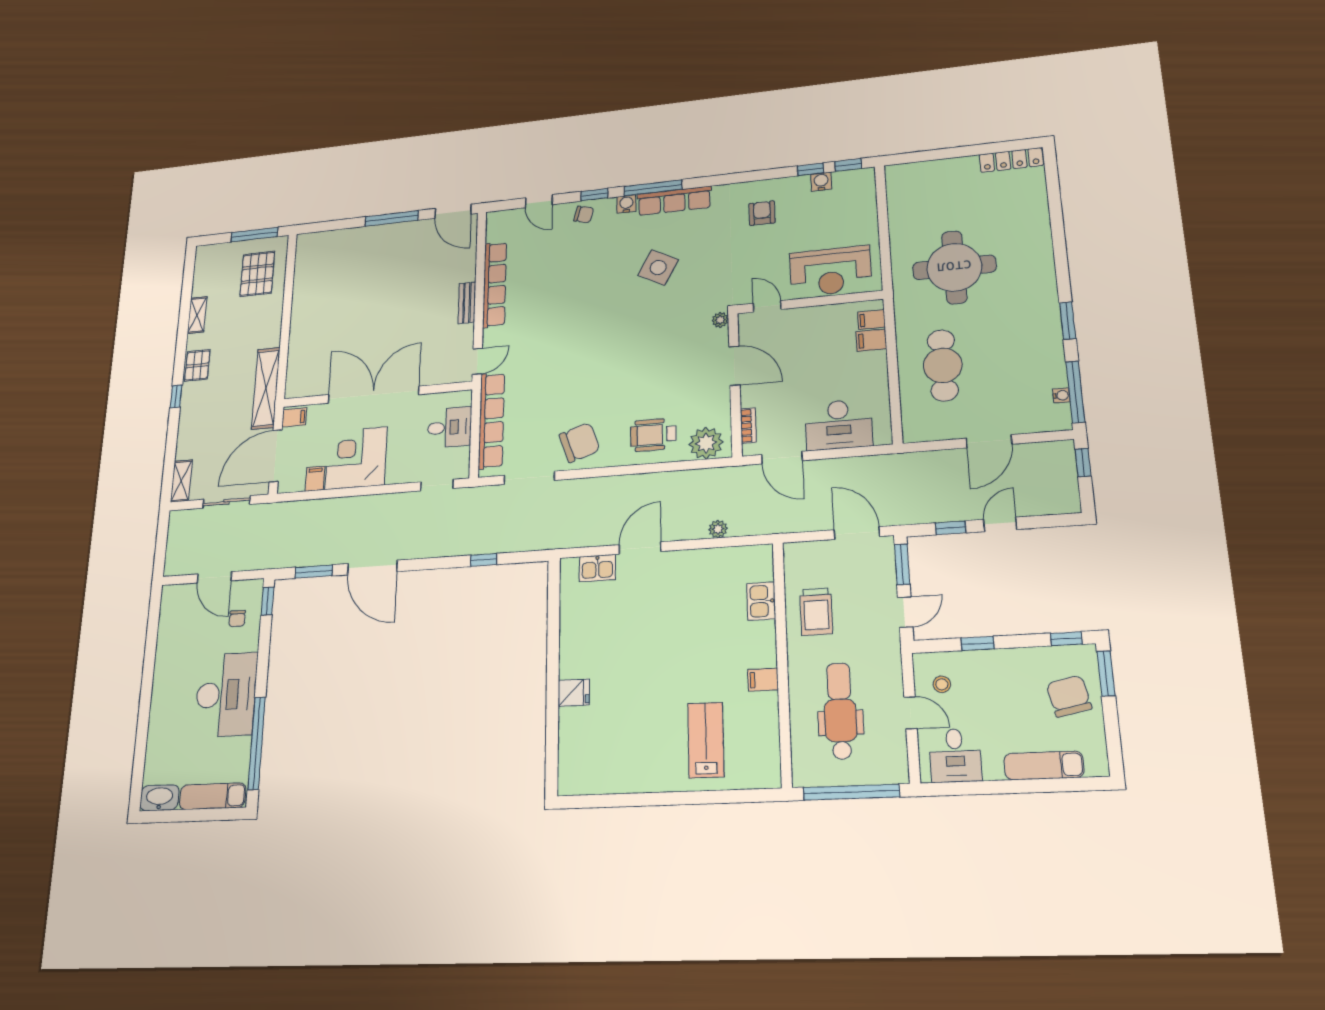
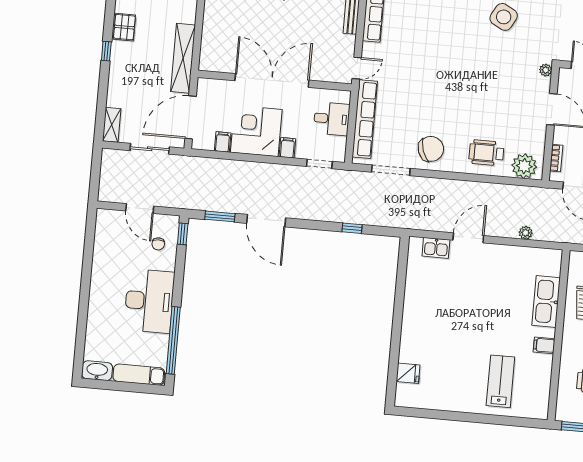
filing cabinet: (294, 417) -> (287, 148), moved, turned -90
kitchen sink: (761, 601) -> (546, 301), width x1.87, depth x1.24
fridge: (574, 693) -> (408, 373), moved

